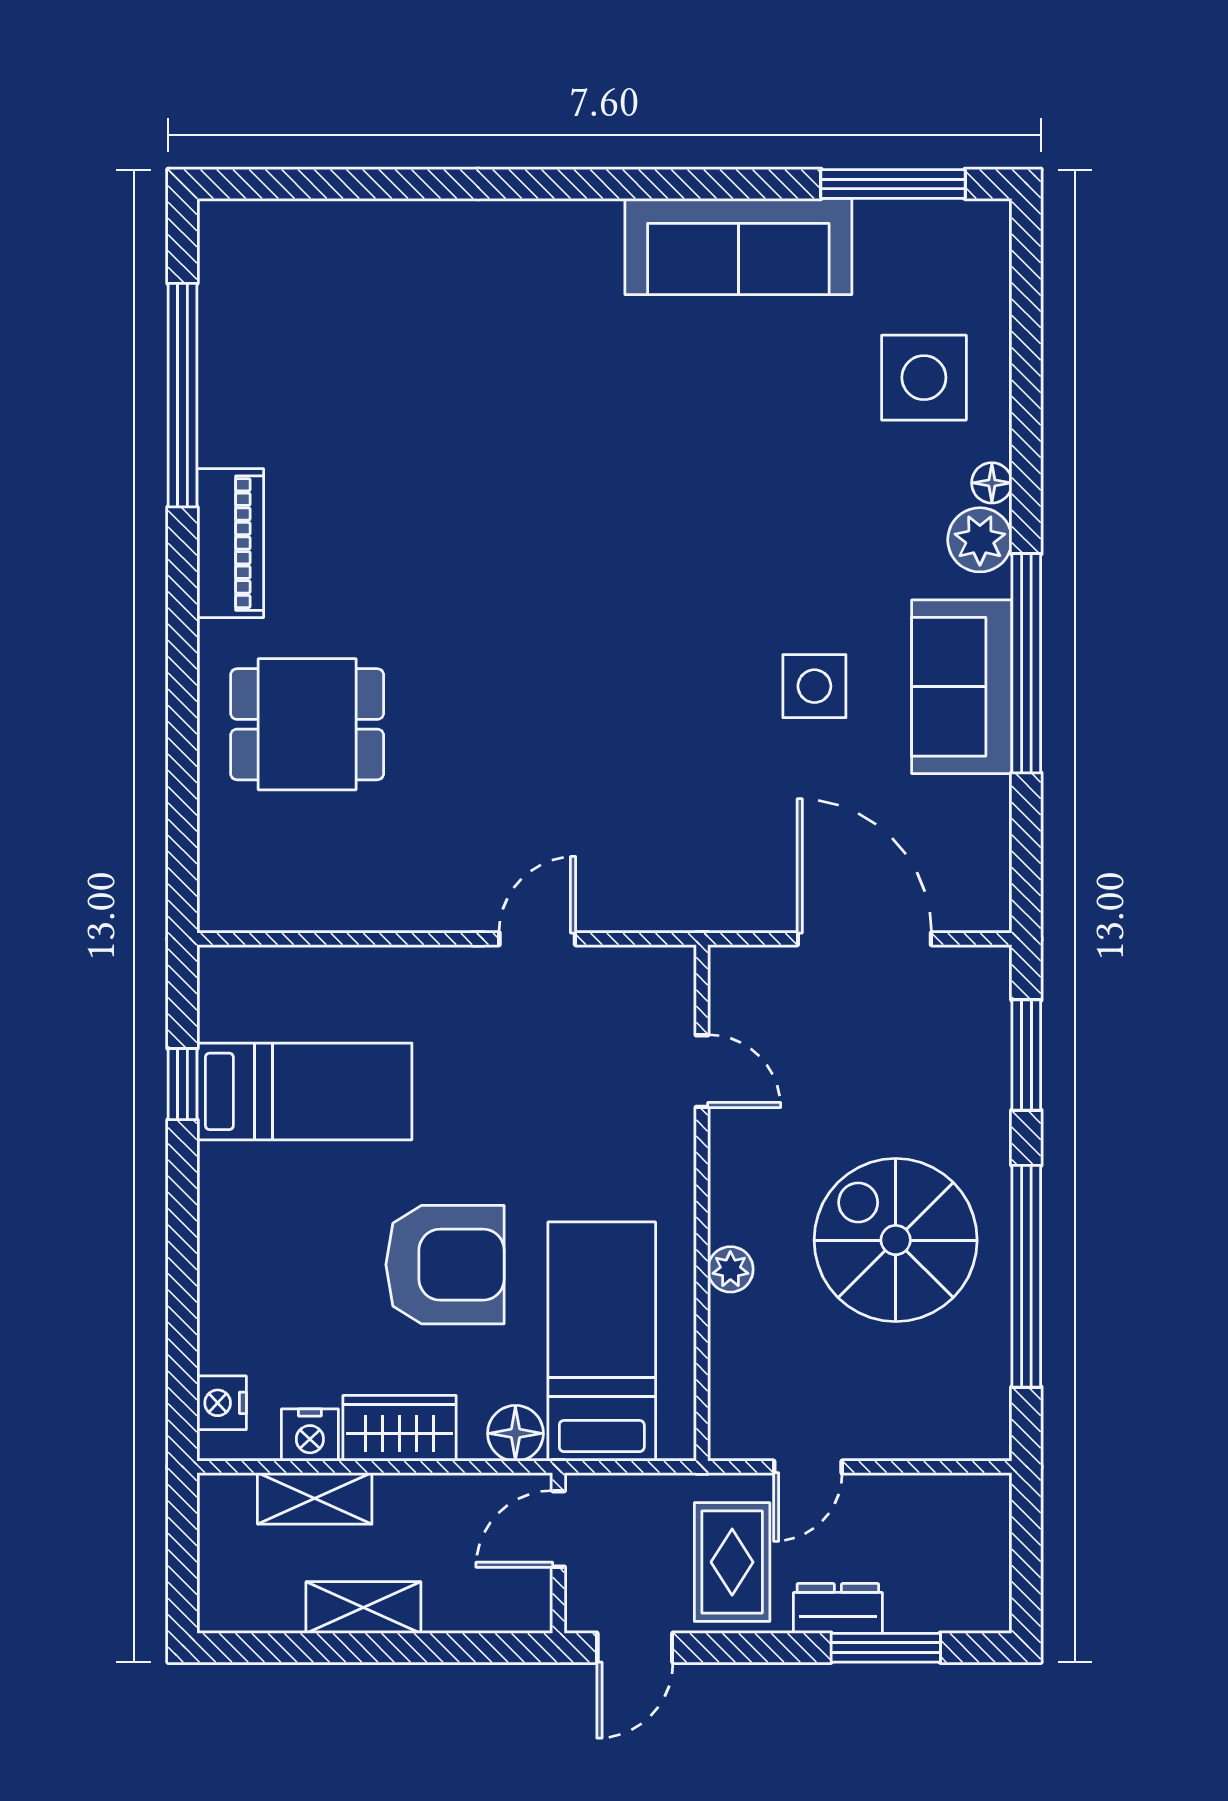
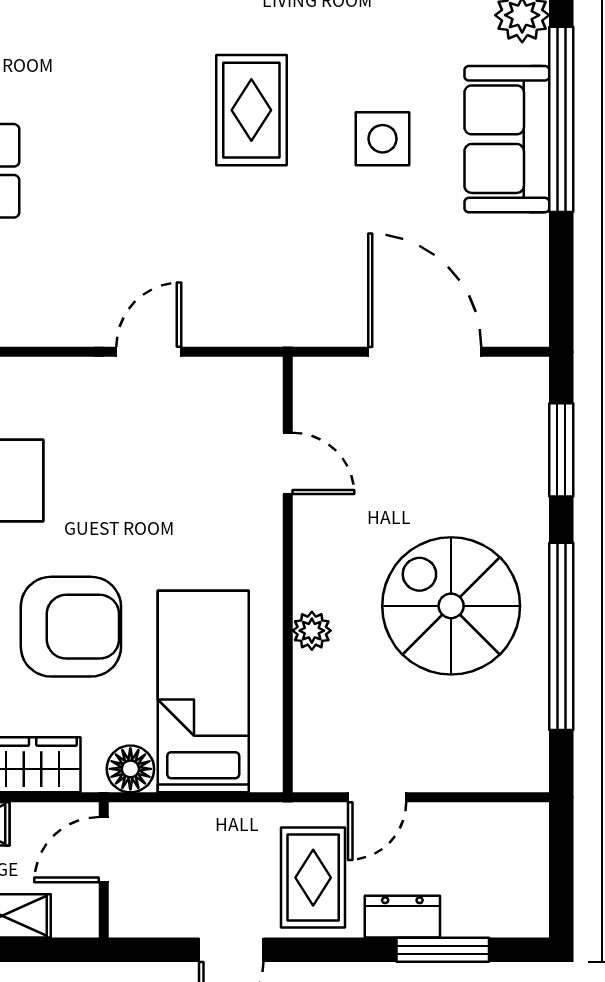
rug: (659, 652) -> (251, 110), added
door: (558, 1529) -> (104, 850), moved
wall: (558, 1553) -> (104, 870), moved

